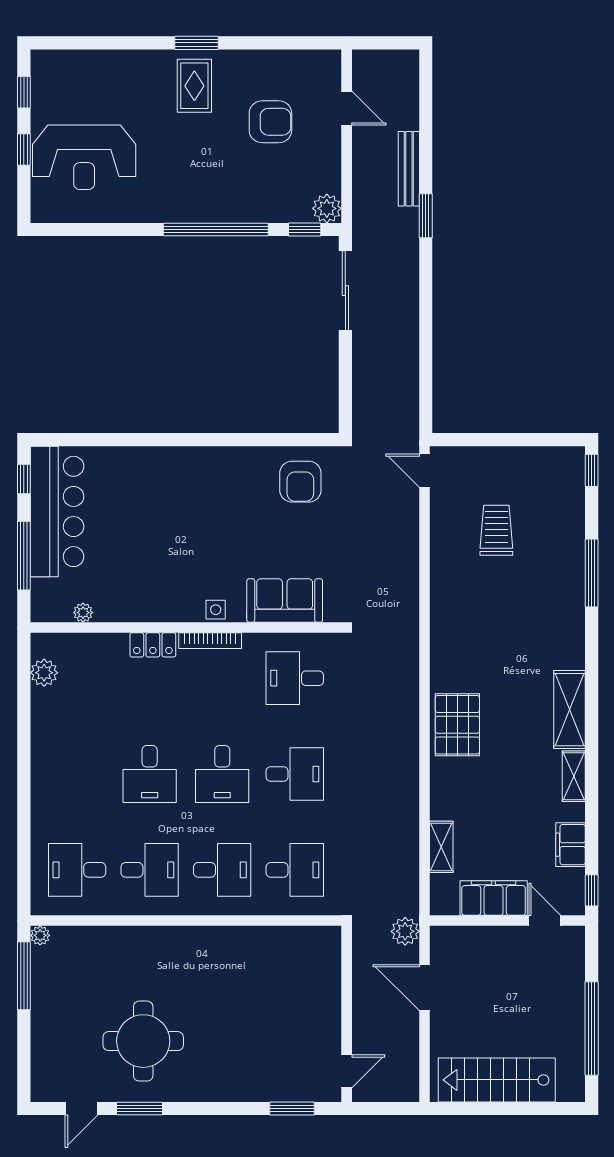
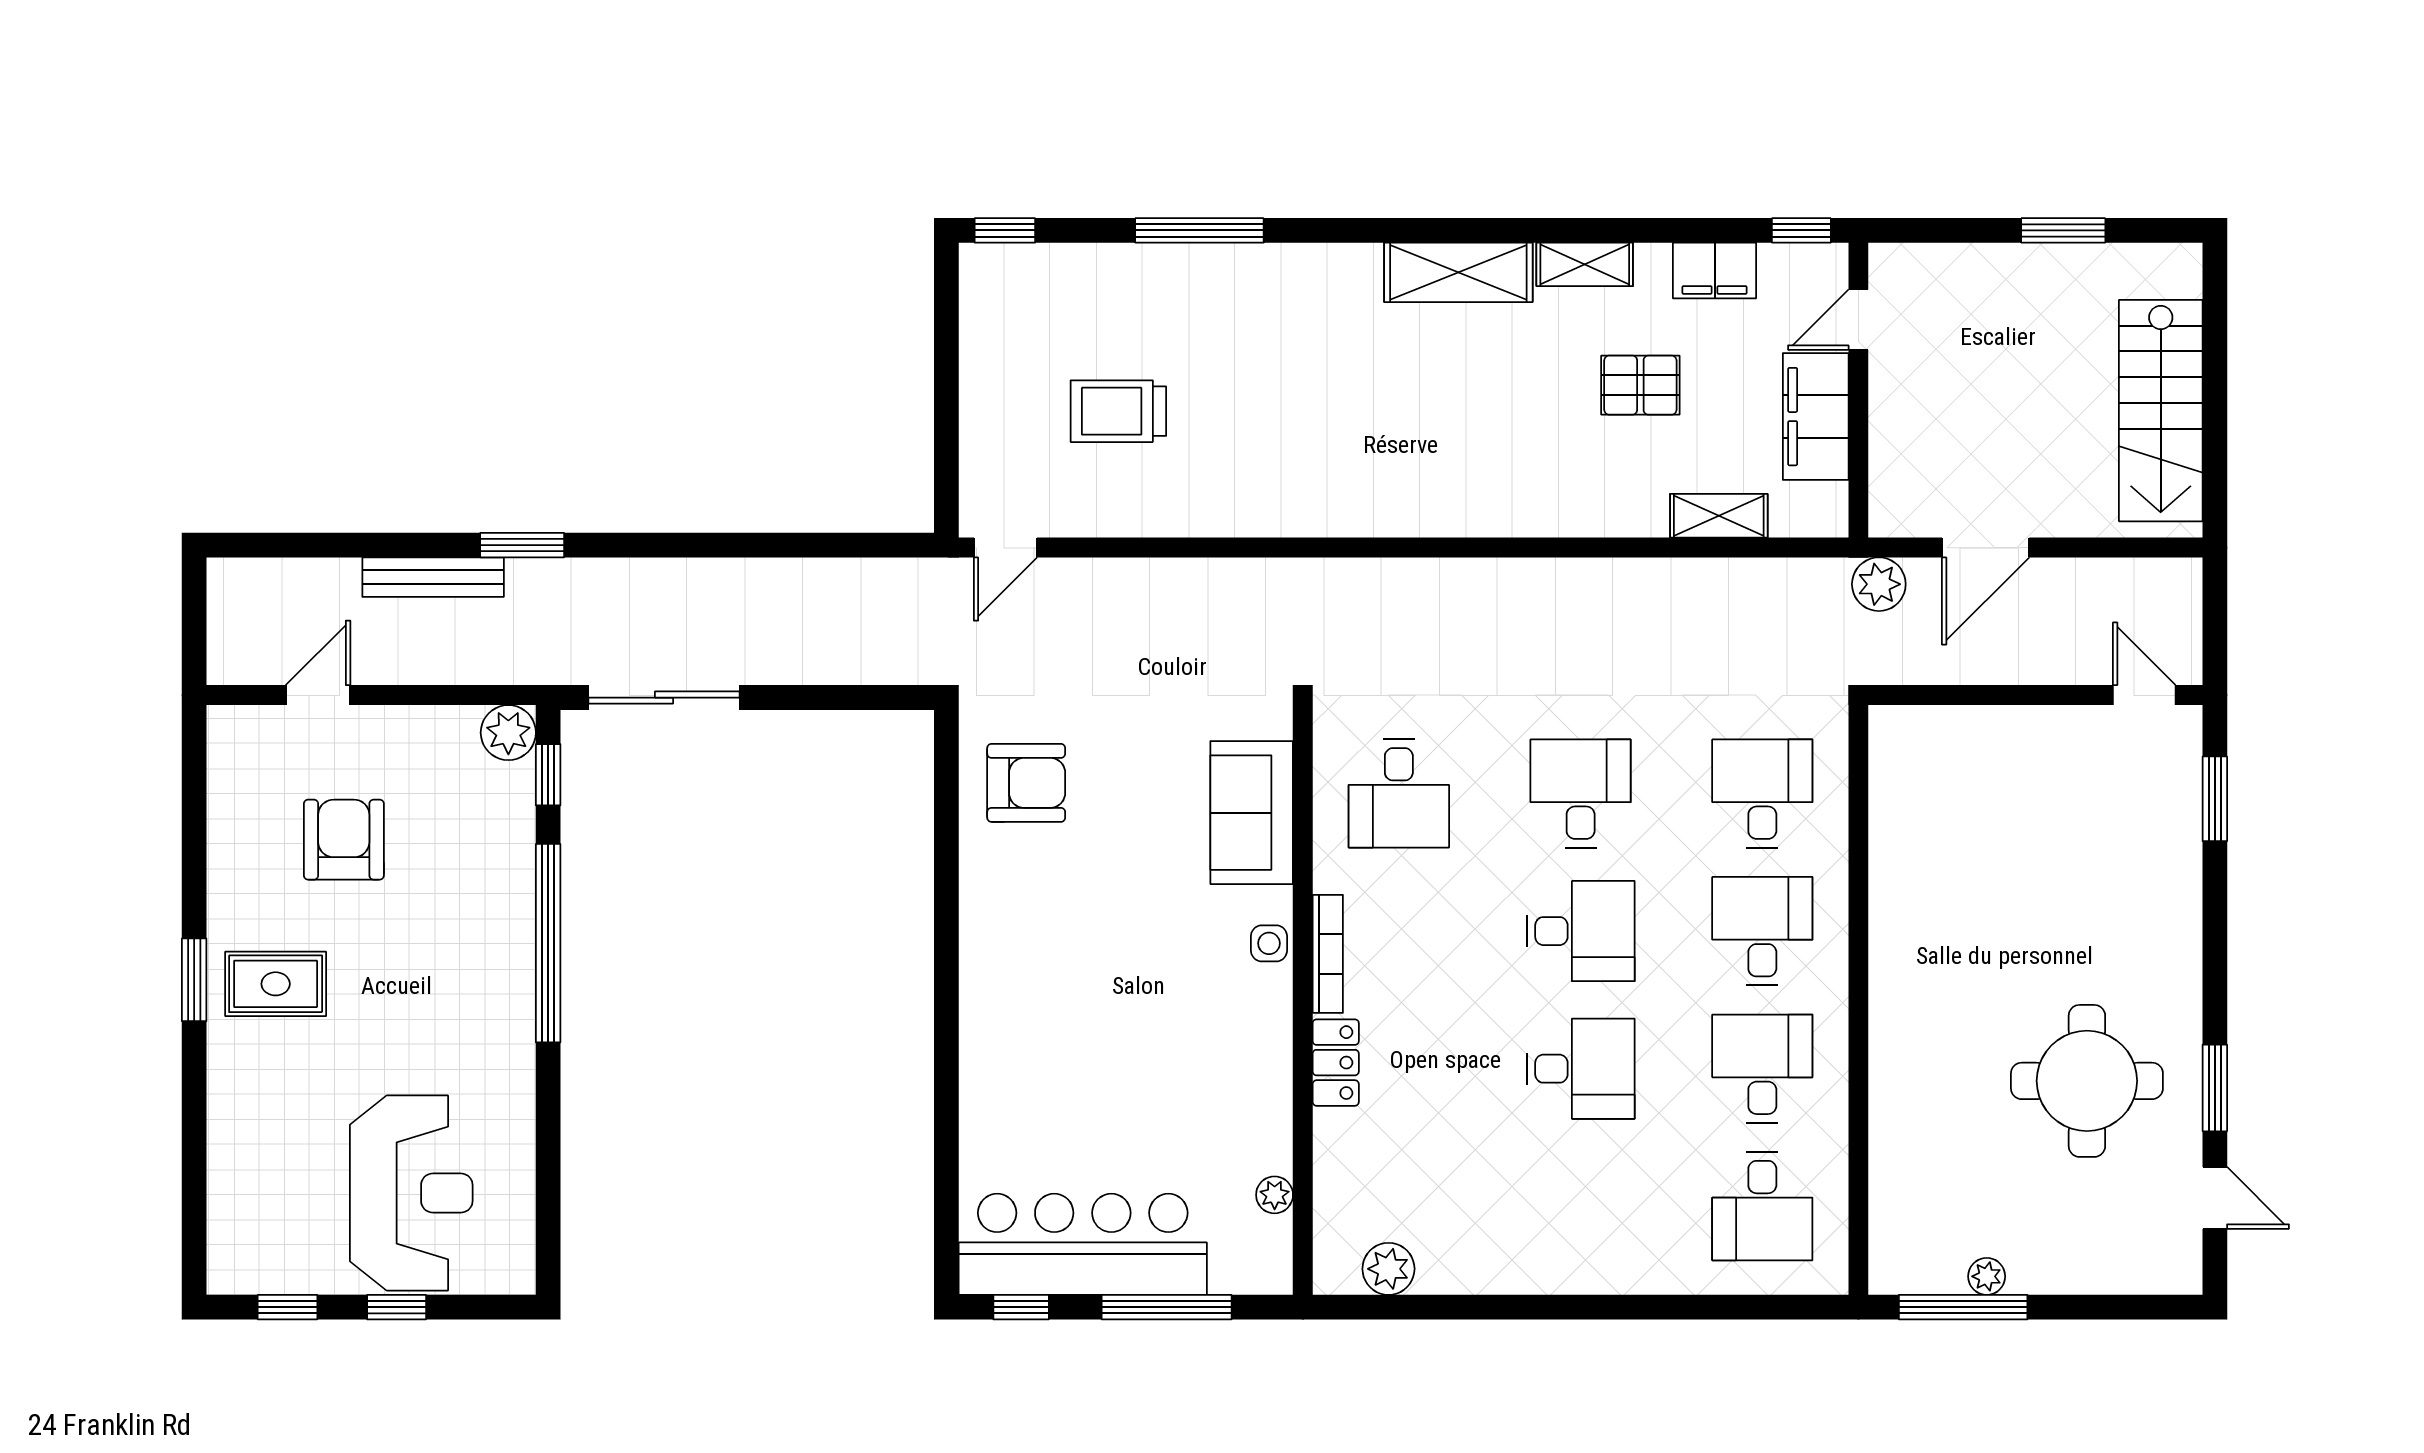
pallet: (457, 725) -> (1640, 385), moved, width x0.67, depth x0.71
plant: (40, 935) -> (1987, 1276), moved
window: (592, 1029) -> (2063, 230), width x0.47

